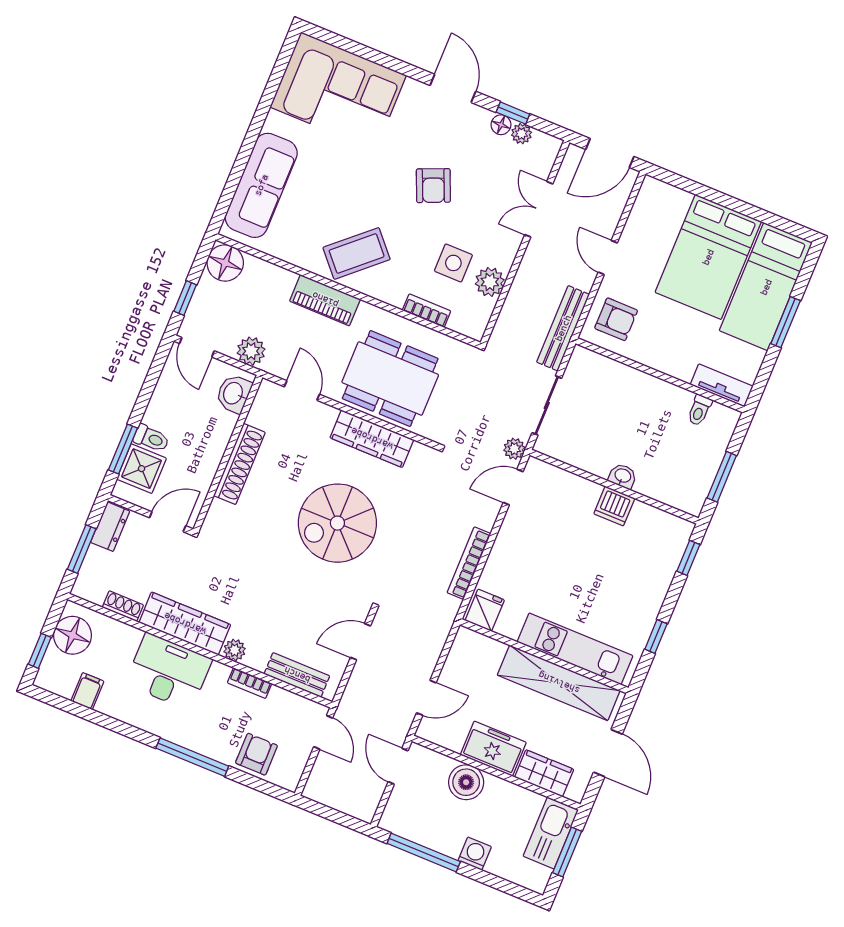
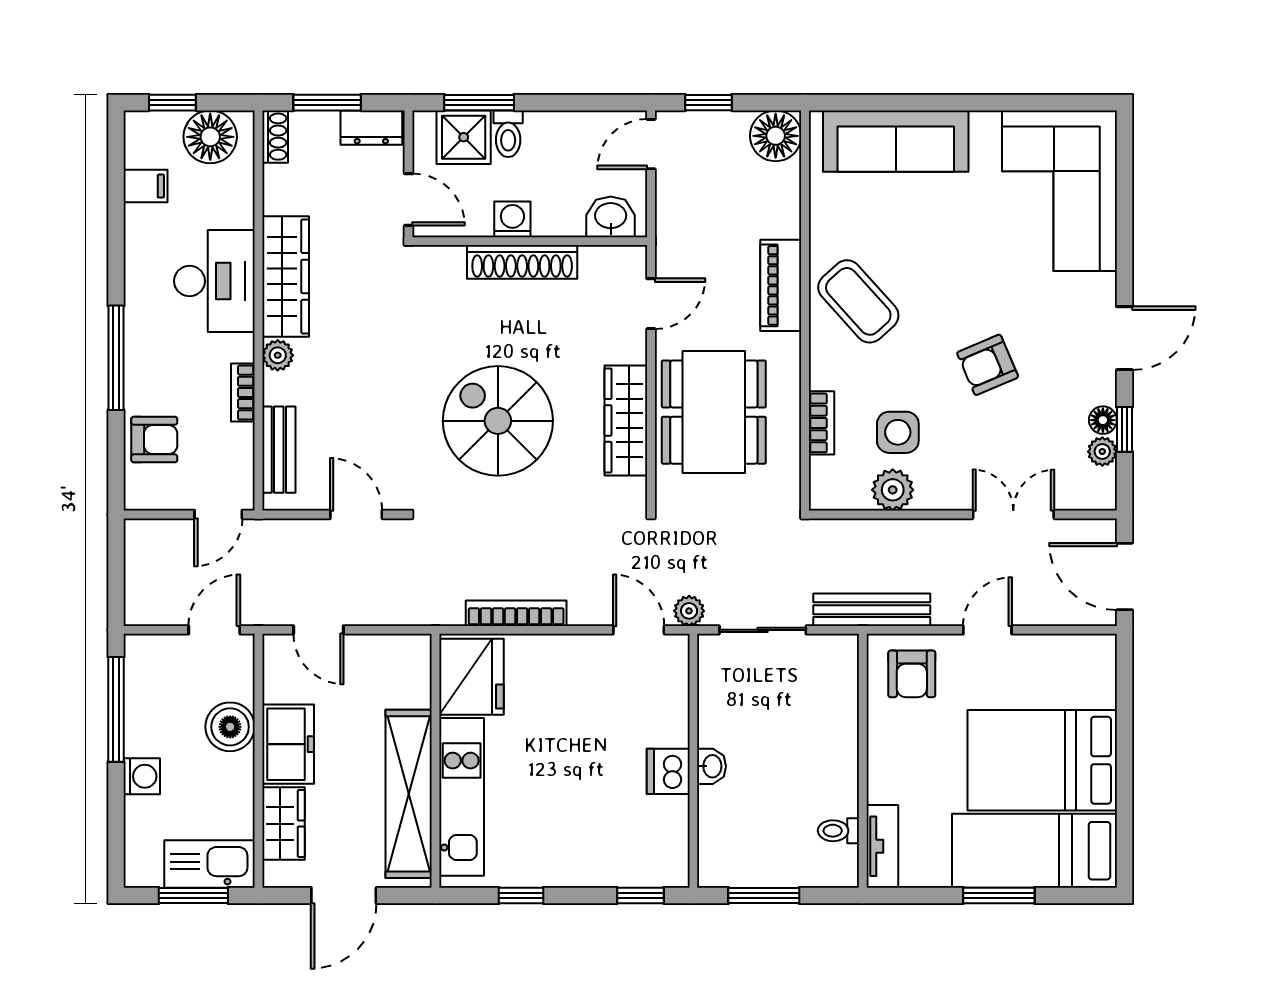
plant: (251, 351) -> (675, 217), removed
washing machine: (209, 459) -> (512, 219), added
shoe rack: (123, 606) -> (275, 137), moved
fridge: (485, 610) -> (472, 677), width x1.88, depth x1.34

